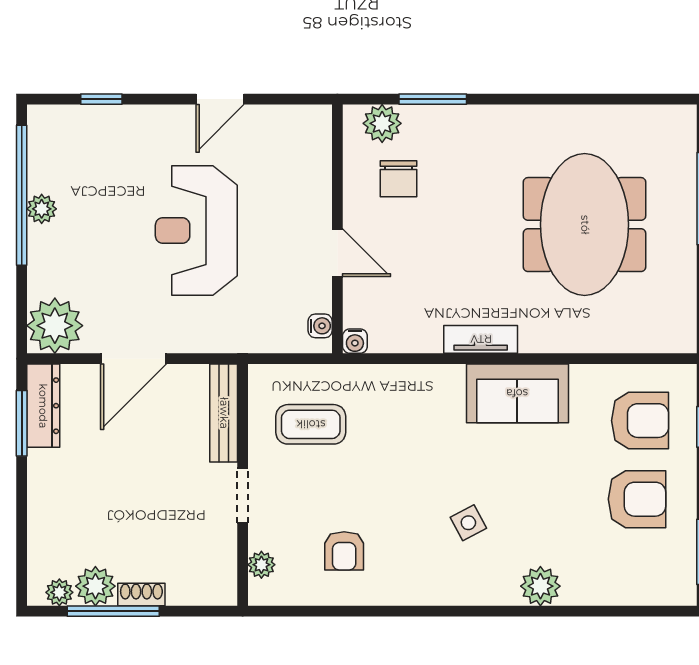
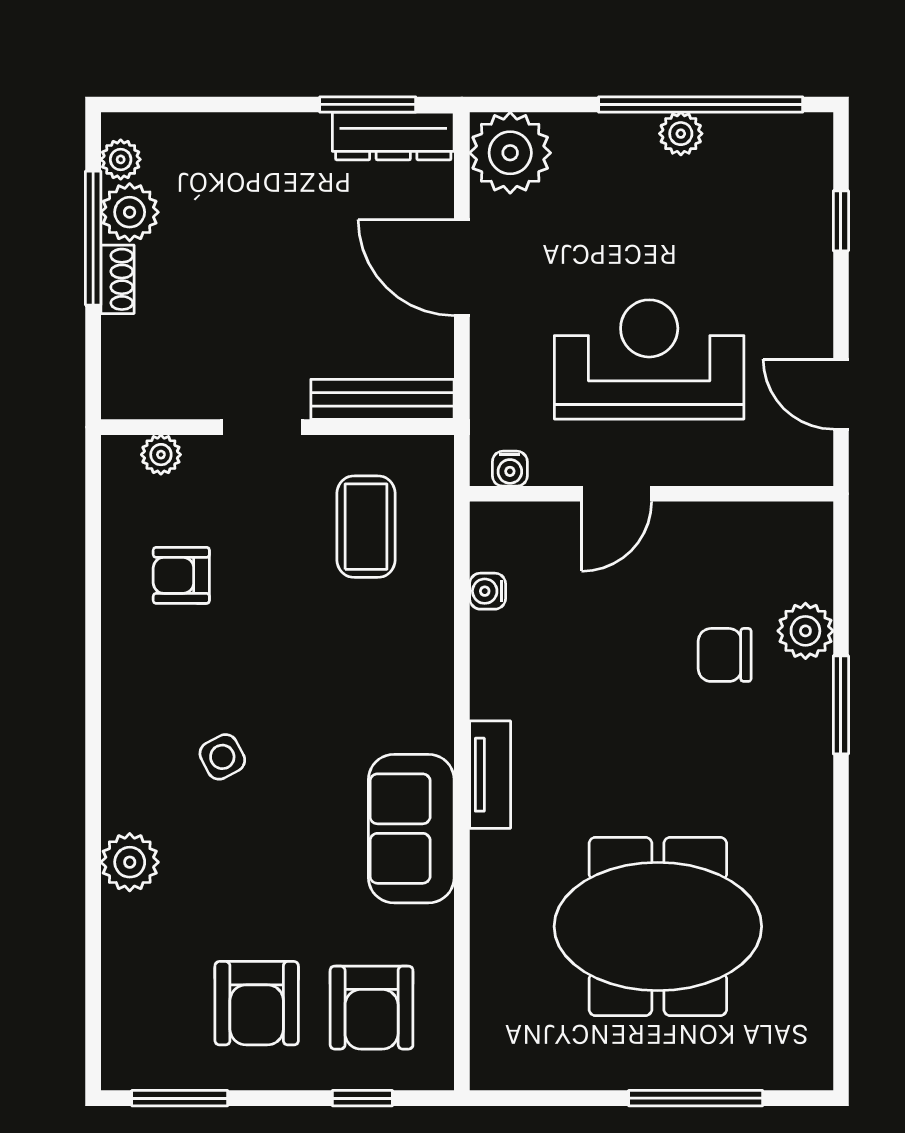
wall: (337, 229) -> (651, 494), moved
door: (337, 253) -> (617, 494), moved
water cooler: (320, 326) -> (510, 469), moved

